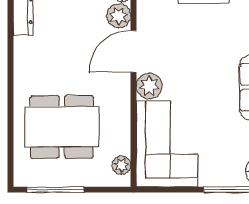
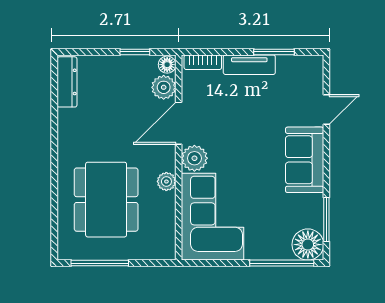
dining table: (62, 127) -> (106, 200), turned 90
plant: (121, 165) -> (166, 182), moved

